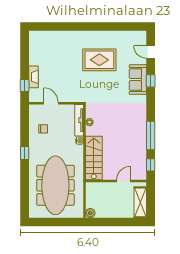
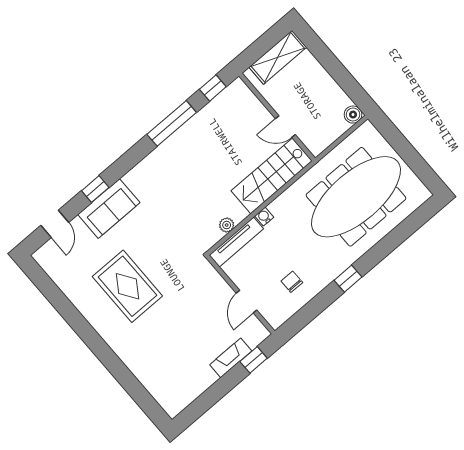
door: (124, 181) -> (285, 127), moved

